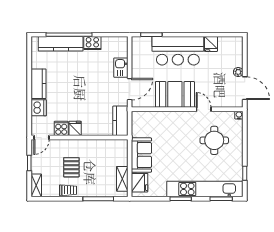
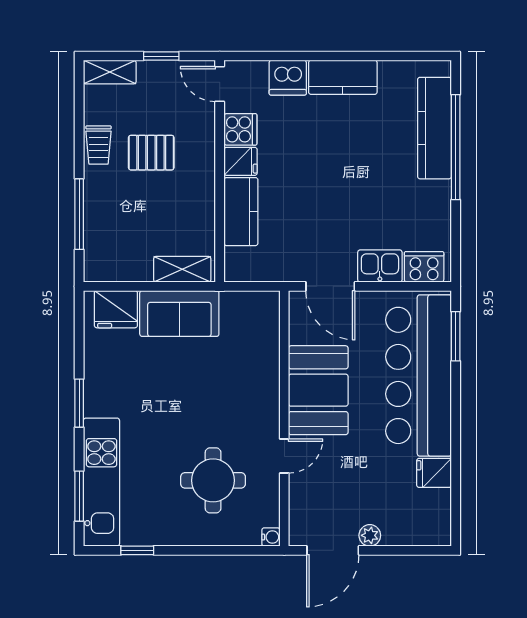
cooker: (92, 43) -> (424, 267), moved, turned 90
bar counter: (178, 51) -> (419, 375), width x1.36
kitchen counter: (120, 121) -> (241, 212), moved, turned 90
shelving: (122, 179) -> (182, 269), moved
kitchen unit: (205, 189) -> (101, 482), width x0.73

